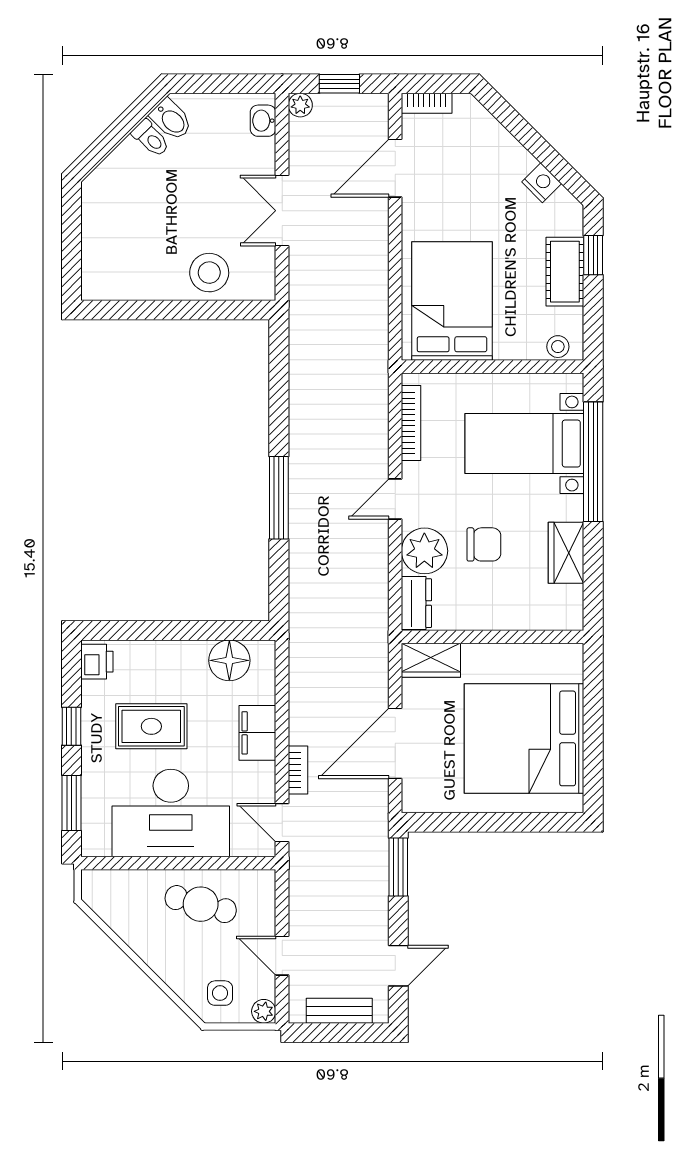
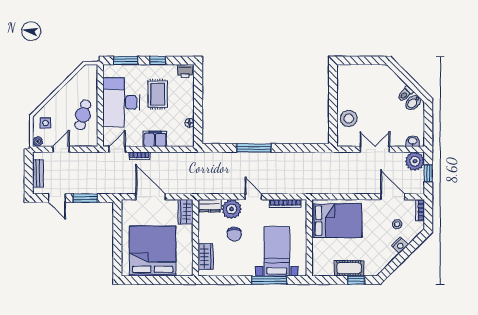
plant: (300, 105) -> (415, 161), width x1.87, depth x1.87
nightstand: (542, 183) -> (400, 245), moved
stool: (558, 347) -> (397, 224), moved
window: (593, 462) -> (269, 280), width x0.68
wardrobe: (566, 553) -> (206, 257), moved, turned 90
floor lamp: (229, 660) -> (189, 123), width x0.53, depth x0.53
window: (398, 867) -> (85, 198), moved

